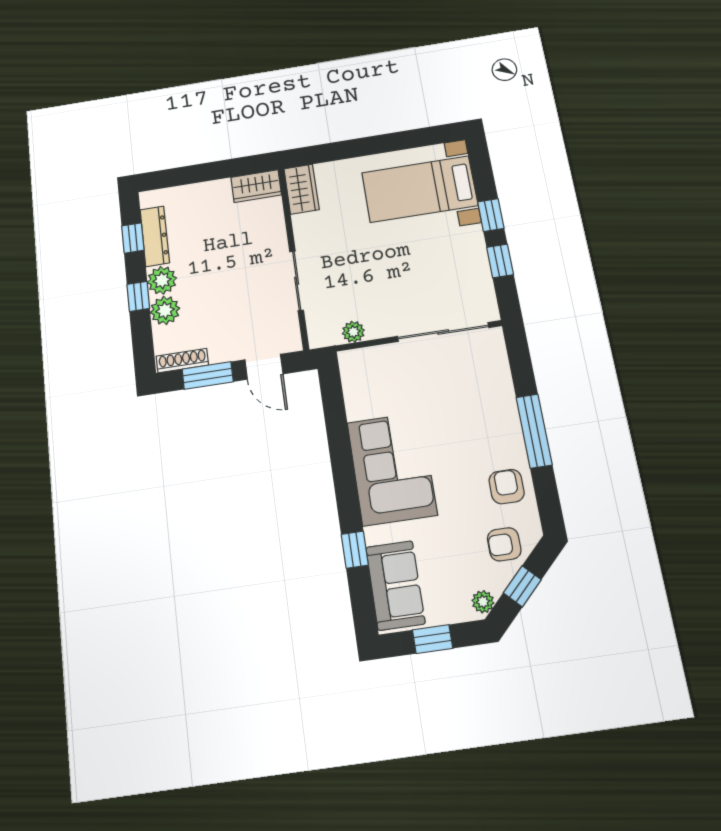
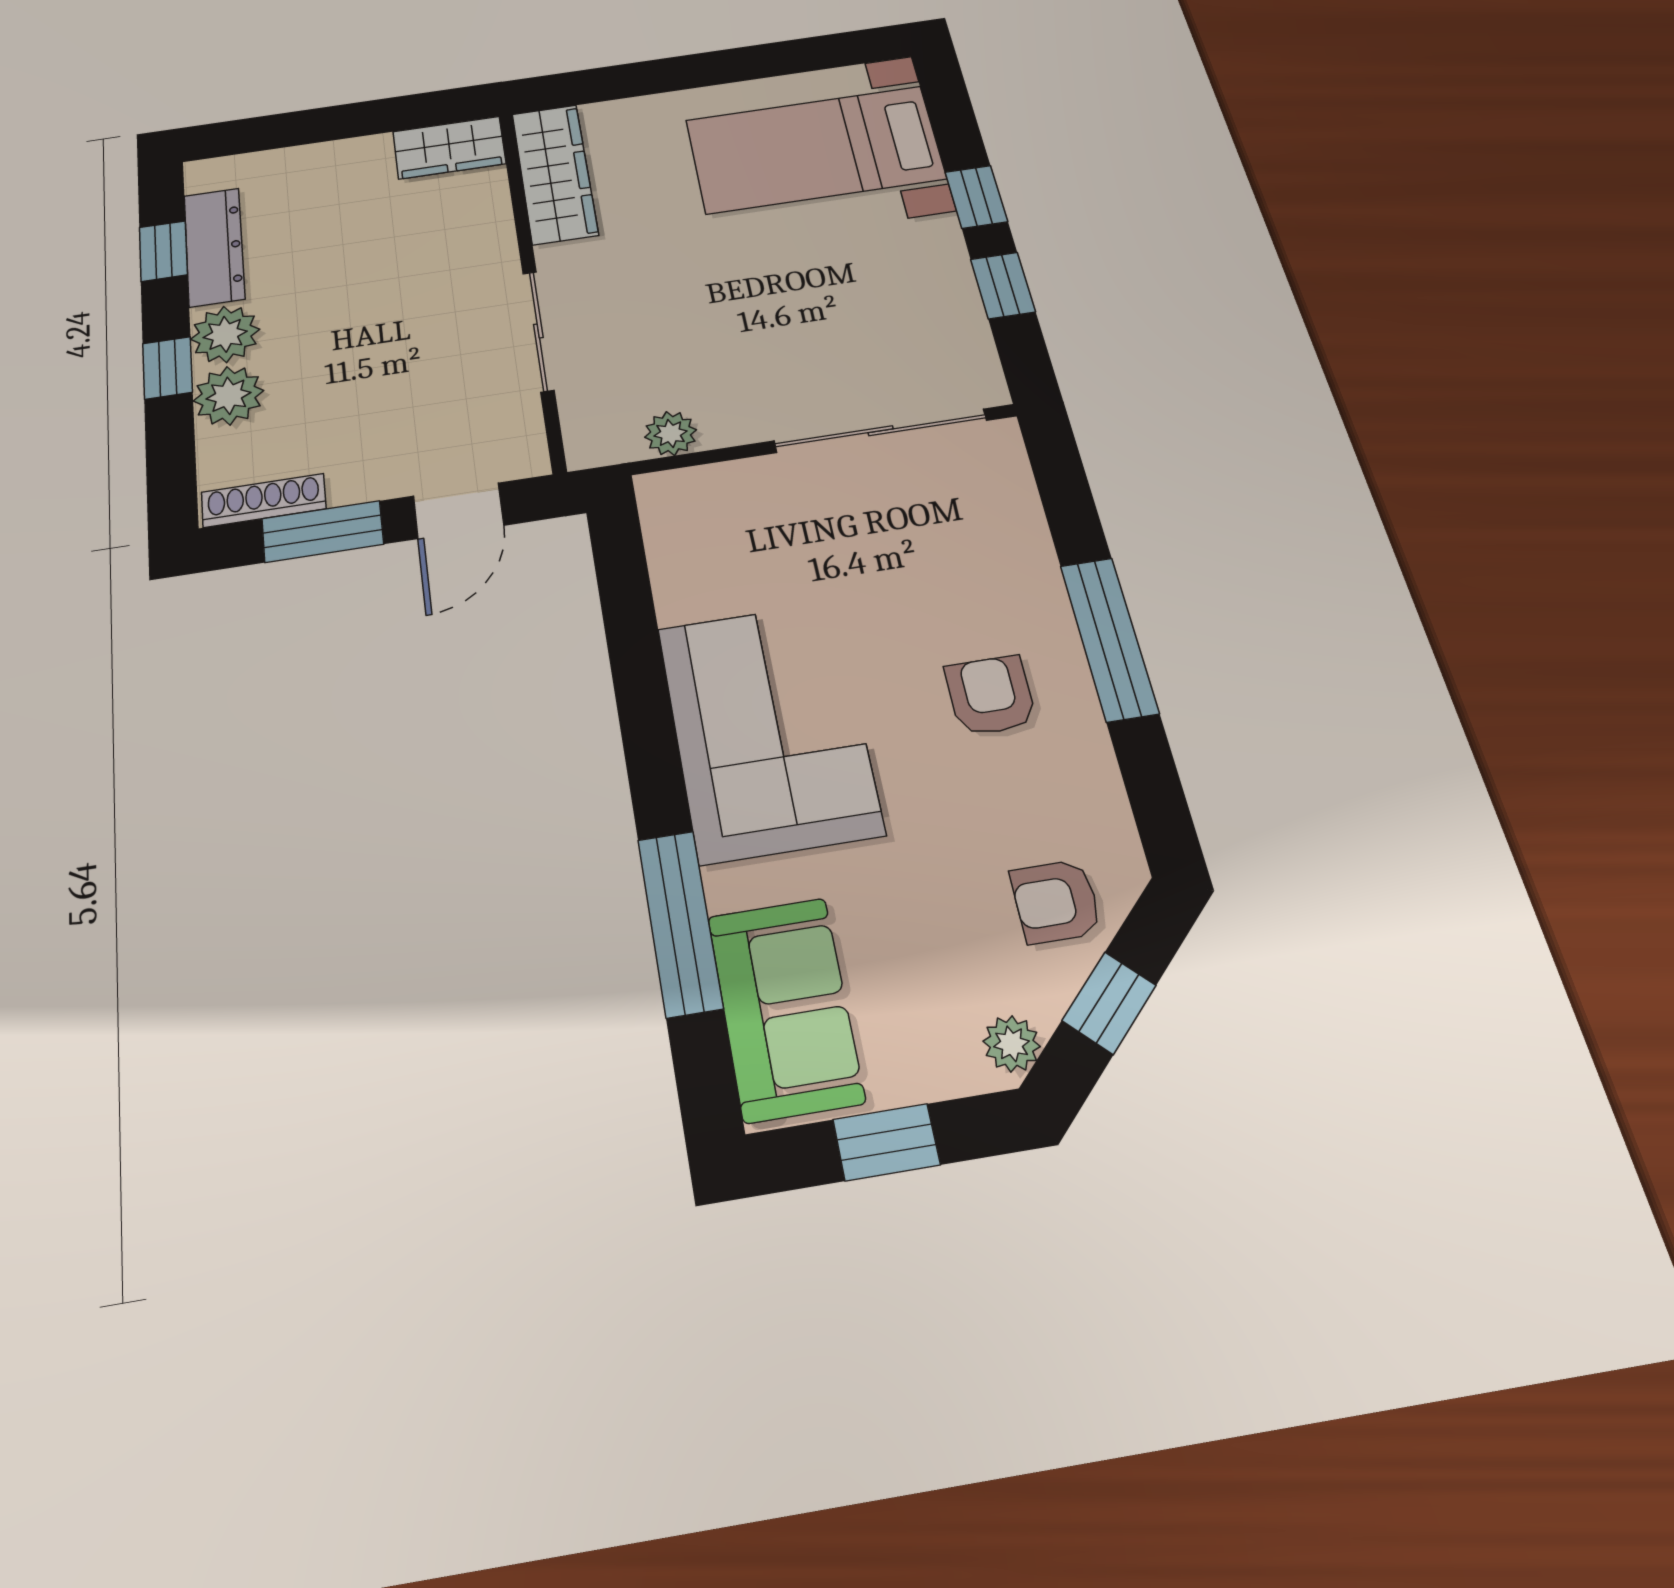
wardrobe: (302, 189) -> (555, 174), width x1.50
door: (264, 367) -> (458, 511), hinge flipped
armchair: (507, 487) -> (990, 695), moved
window: (355, 550) -> (680, 923), width x2.17

